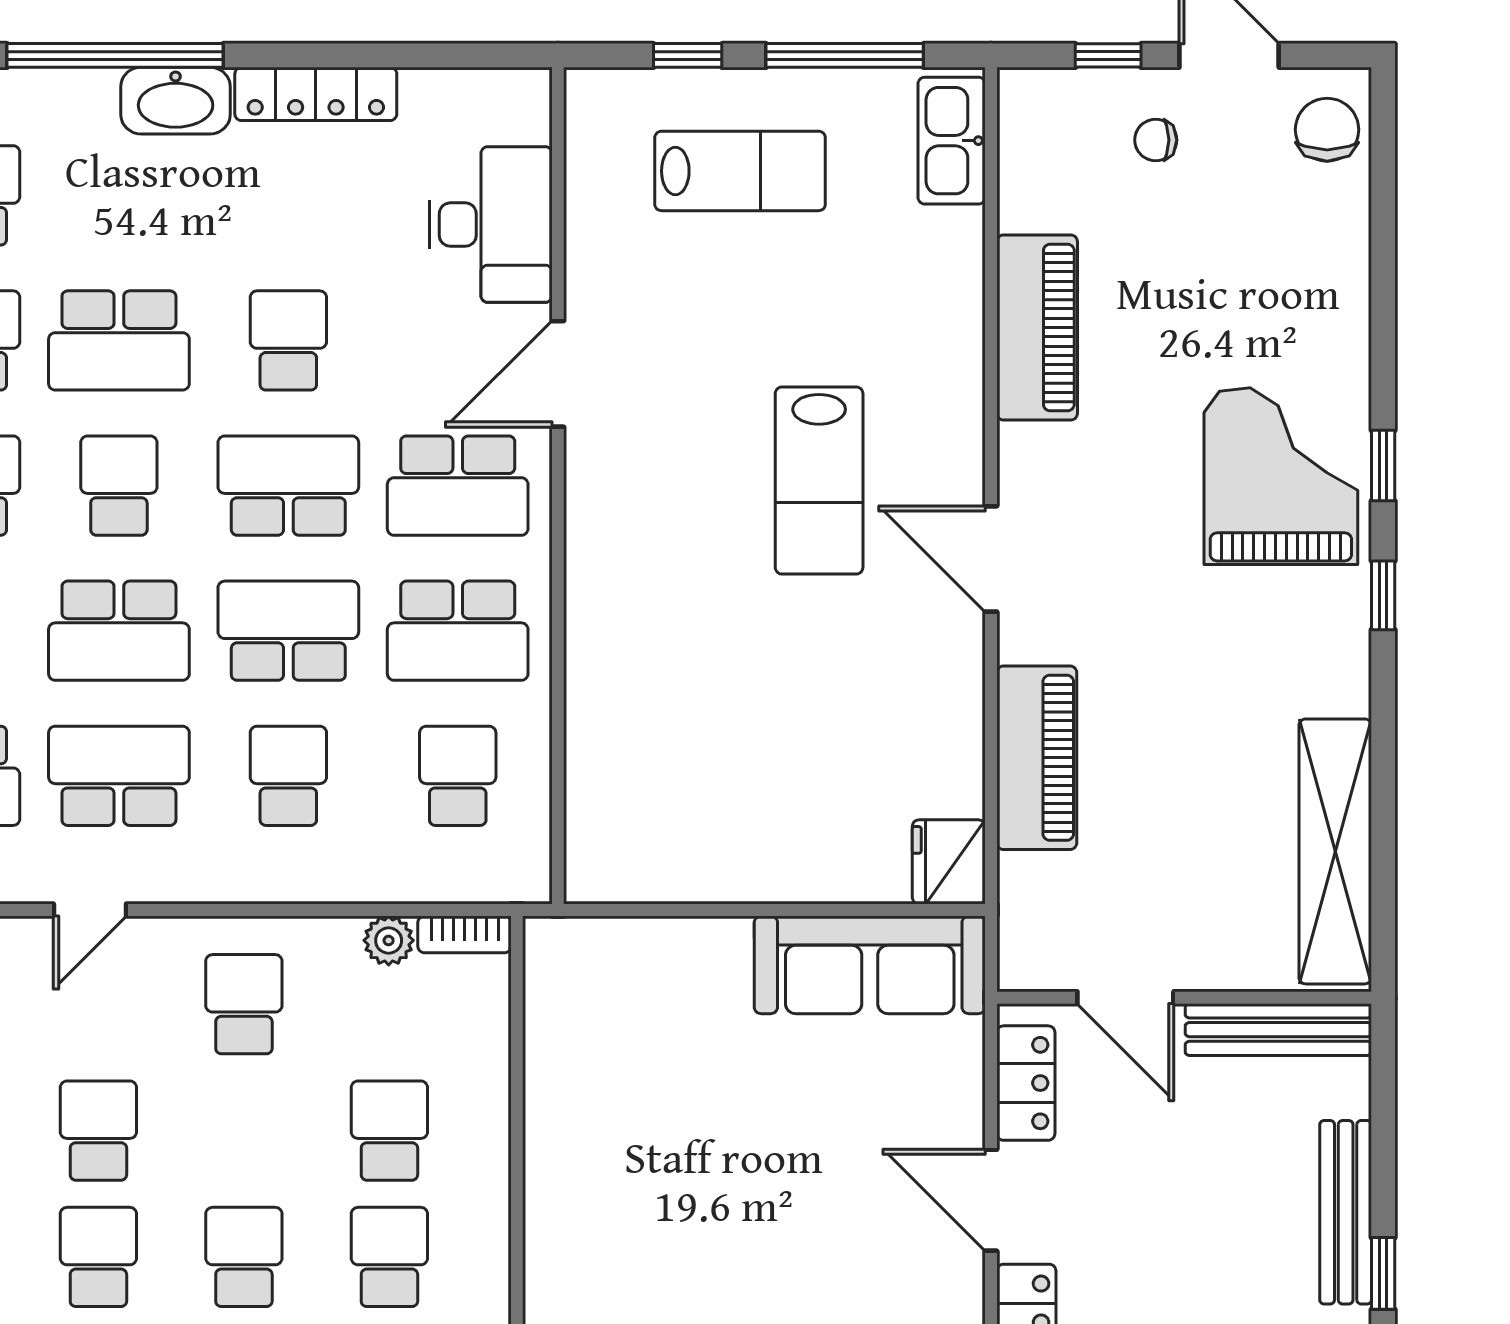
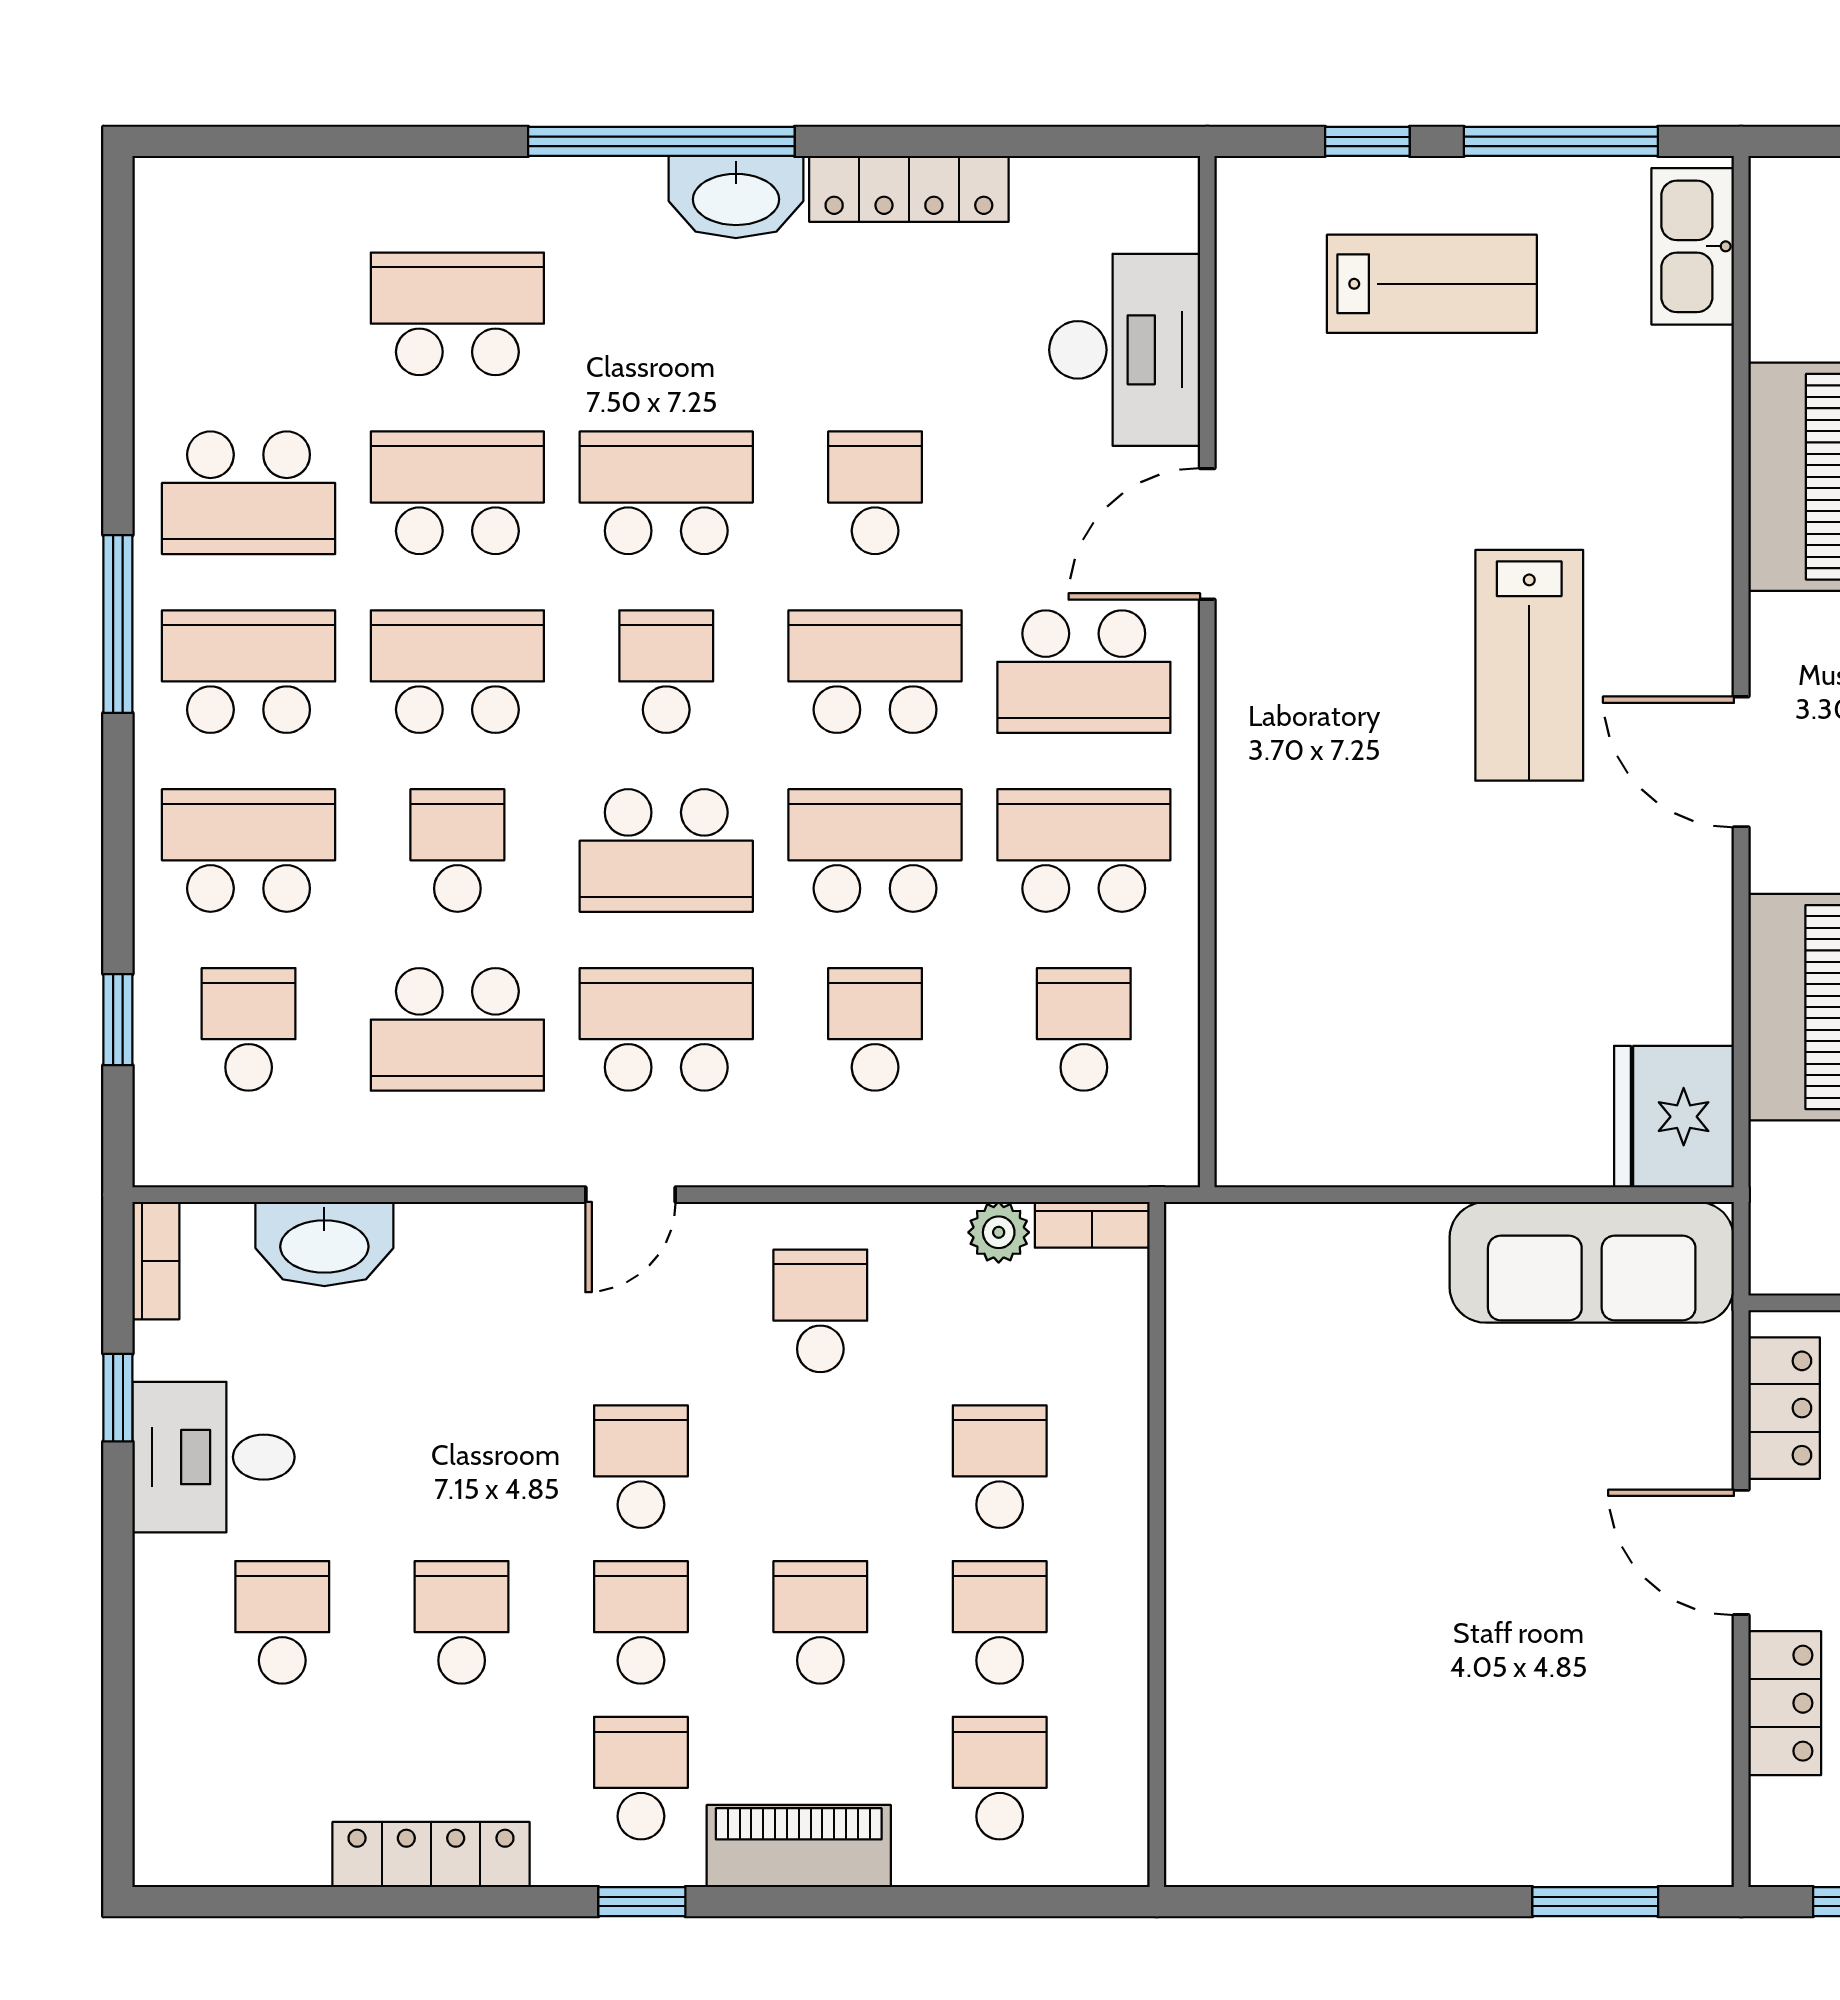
school desk: (119, 340) -> (666, 493), turned 180
school desk: (458, 631) -> (1084, 850), turned 180
fridge: (949, 862) -> (1674, 1117), width x1.36, depth x1.34

